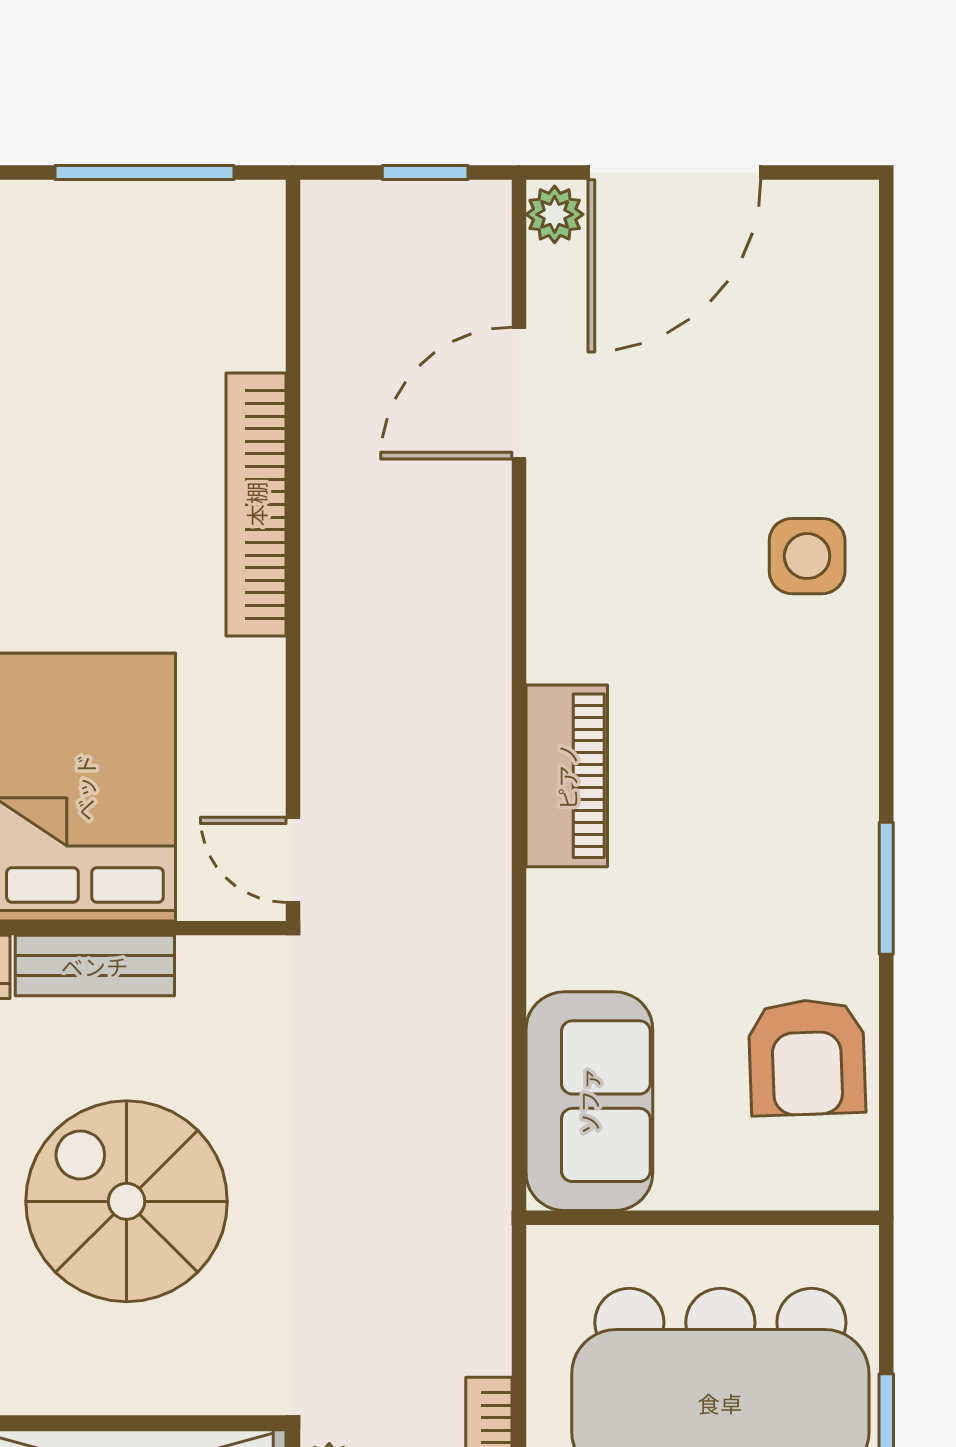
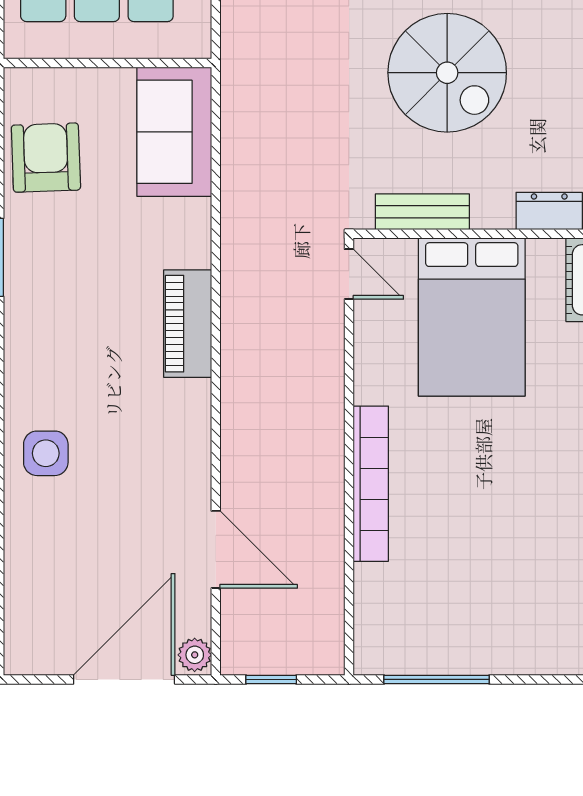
door: (519, 393) -> (216, 549), hinge flipped
bench: (95, 966) -> (422, 212), moved

